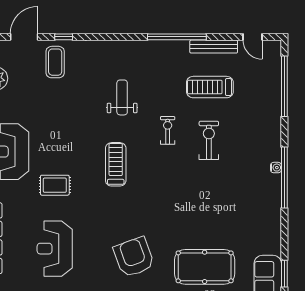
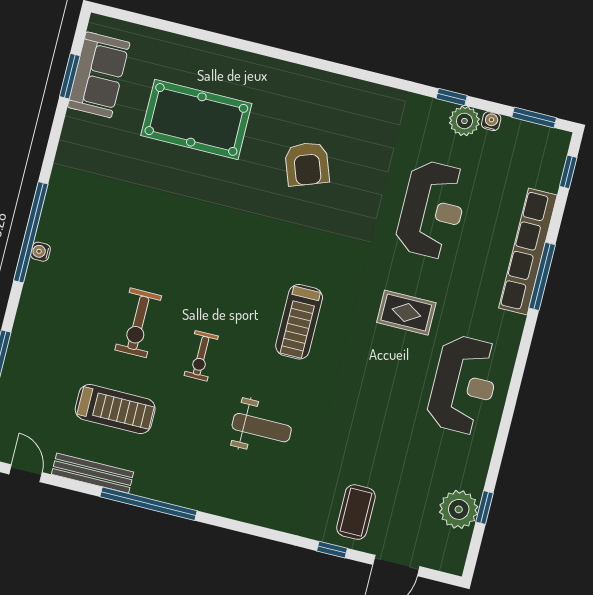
weight bench: (122, 97) -> (262, 428), turned -90
armchair: (134, 257) -> (307, 164), width x0.73, depth x0.73

